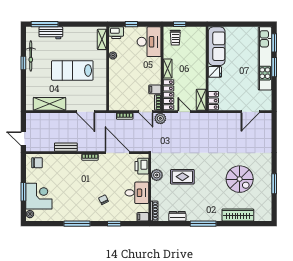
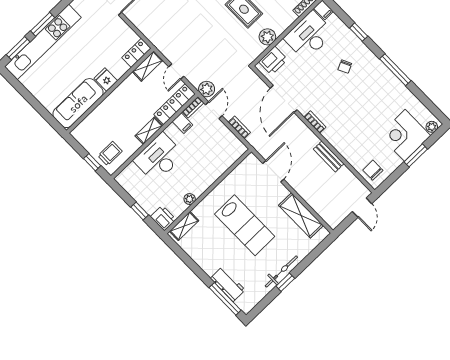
desk: (149, 42) -> (159, 158), moved
bicycle: (31, 56) -> (281, 271), moved
desk: (137, 193) -> (309, 36), width x1.37

